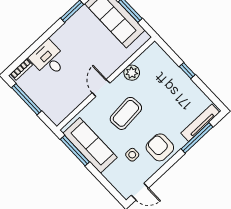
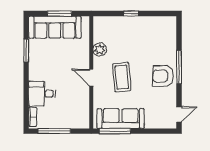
tv unit: (200, 123) -> (172, 36), removed
window: (197, 138) -> (179, 67), moved
side table: (132, 155) -> (151, 98), removed

